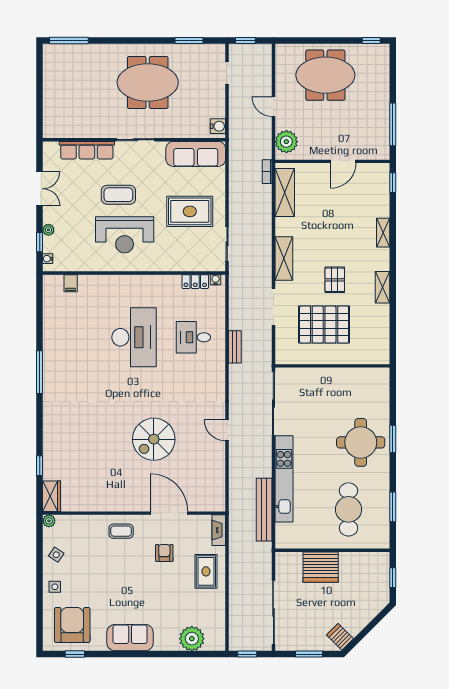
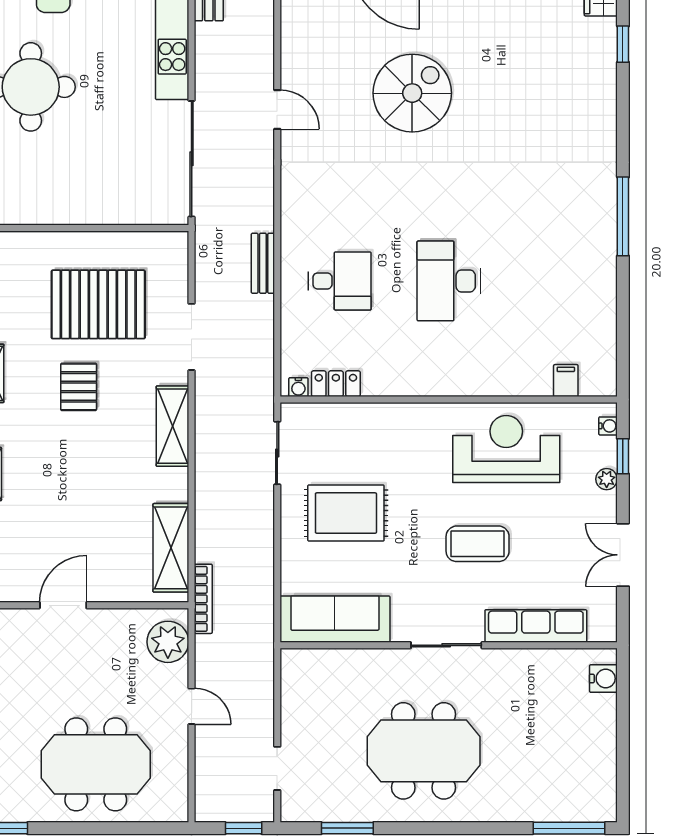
water cooler: (218, 126) -> (603, 679), moved, turned 180
bookcase: (267, 172) -> (203, 599), width x1.56
reception desk: (125, 235) -> (506, 449), moved
desk: (134, 337) -> (449, 281), width x0.73, depth x0.77

